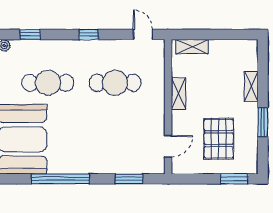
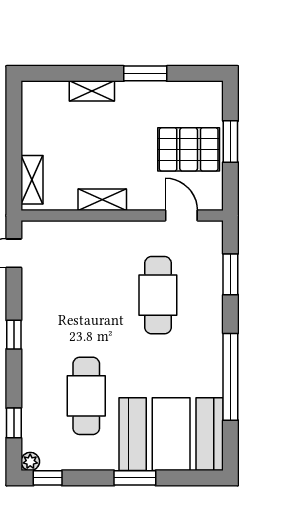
cafe table: (115, 83) -> (158, 295), moved
pallet: (219, 139) -> (189, 149), moved
window: (234, 179) -> (230, 142), moved

